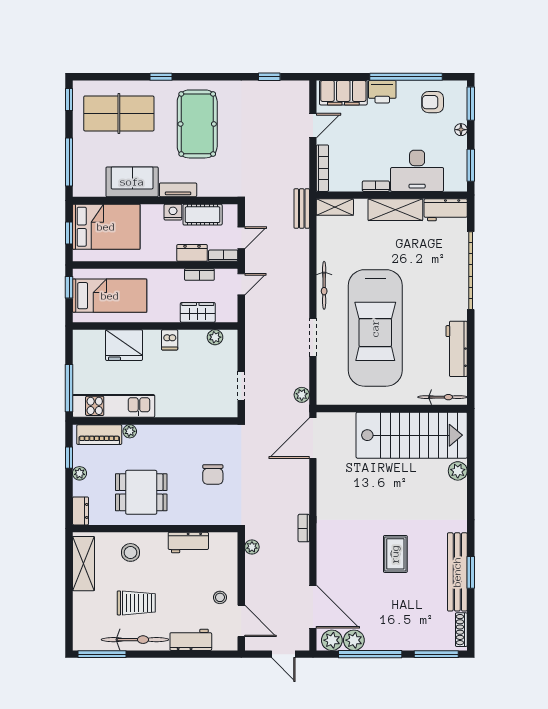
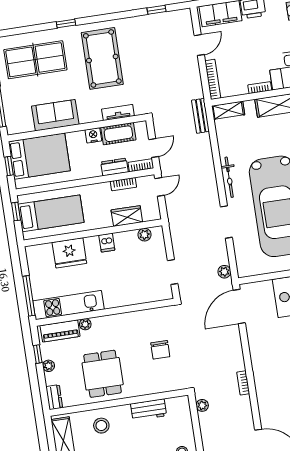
tv unit: (178, 190) -> (118, 112), moved
dining table: (141, 492) -> (103, 374), turned 90

